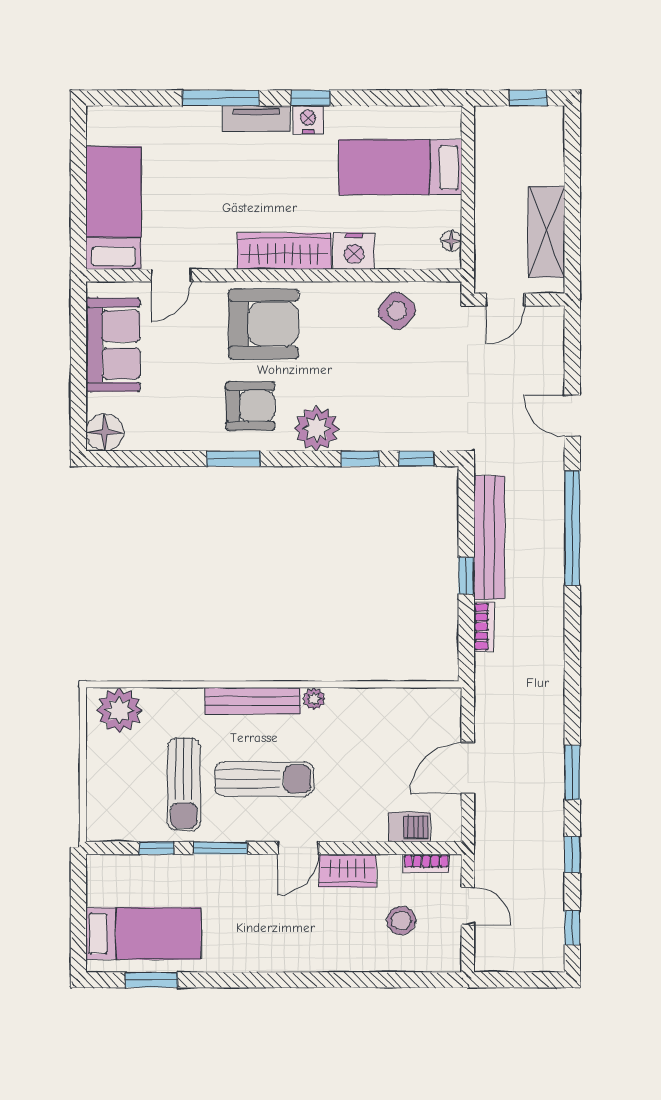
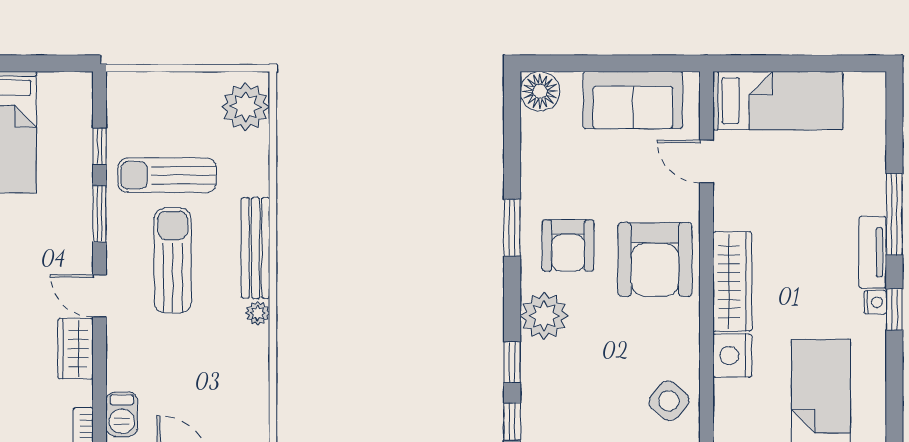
nightstand: (308, 120) -> (875, 302), width x0.72, depth x0.74
sun lounger: (264, 779) -> (173, 260), turned 180
stool: (401, 921) -> (23, 406), removed

